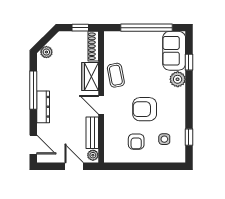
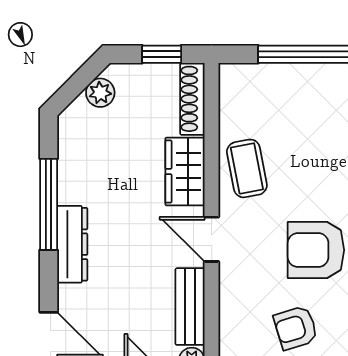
plant: (46, 52) -> (100, 93), moved
armchair: (136, 142) -> (296, 328), turned 73

